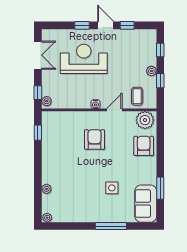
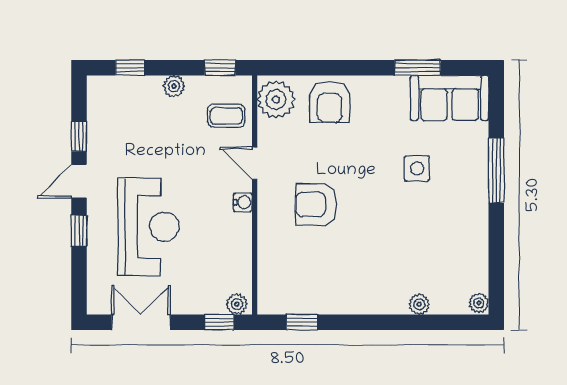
reception desk: (84, 59) -> (149, 227), turned 180
window: (160, 81) -> (220, 68), moved
armchair: (144, 146) -> (330, 102), turned -90

